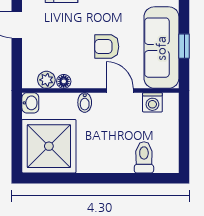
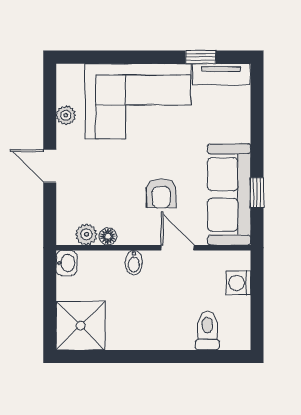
armchair: (107, 47) -> (161, 193), turned -90
washing machine: (152, 102) -> (238, 283), moved, turned 90
shower: (49, 146) -> (81, 326), width x0.73, depth x0.73

